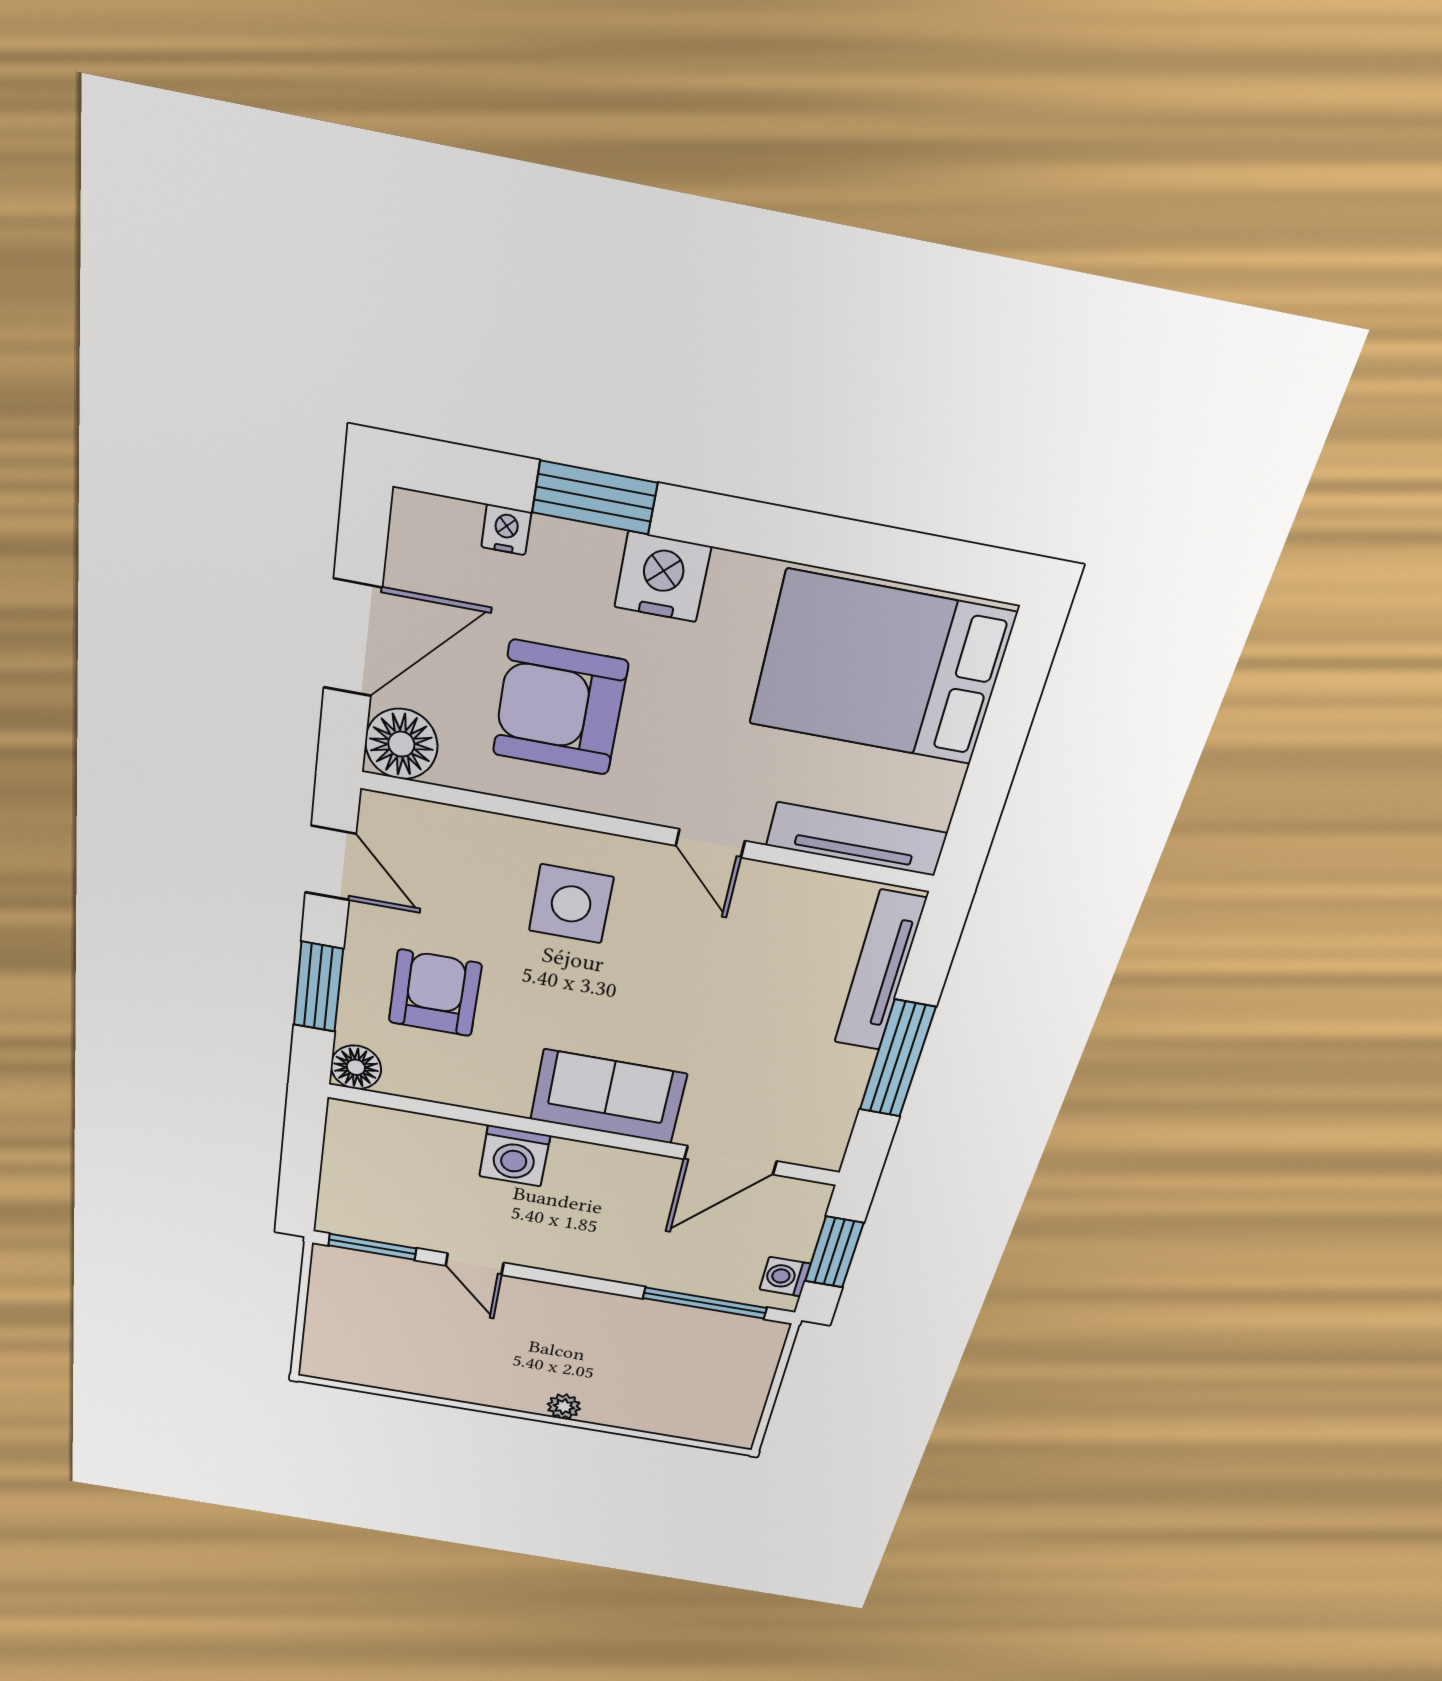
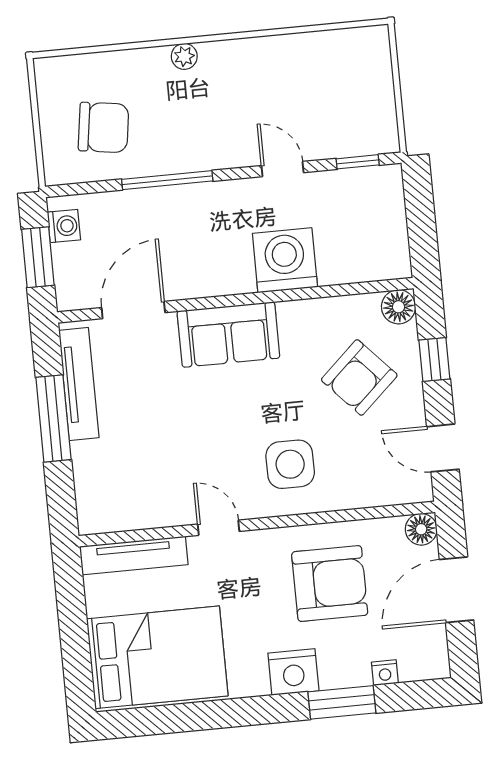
floor lamp: (401, 744) -> (421, 529), width x0.73, depth x0.73
tv unit: (880, 971) -> (79, 384), moved
window: (318, 987) -> (434, 359), width x0.67
armchair: (435, 993) -> (359, 377), turned 47
washing machine: (515, 1156) -> (285, 260), width x1.37, depth x1.37
window: (372, 1247) -> (358, 162), width x0.67
window: (705, 1303) -> (167, 180), moved
chair: (692, 1364) -> (104, 127), added

